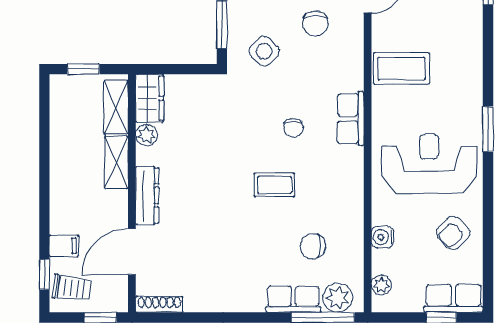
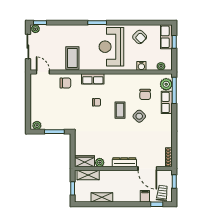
chair: (315, 23) -> (65, 83), moved
side table: (264, 51) -> (139, 116), moved
shelving: (116, 162) -> (102, 197), moved

